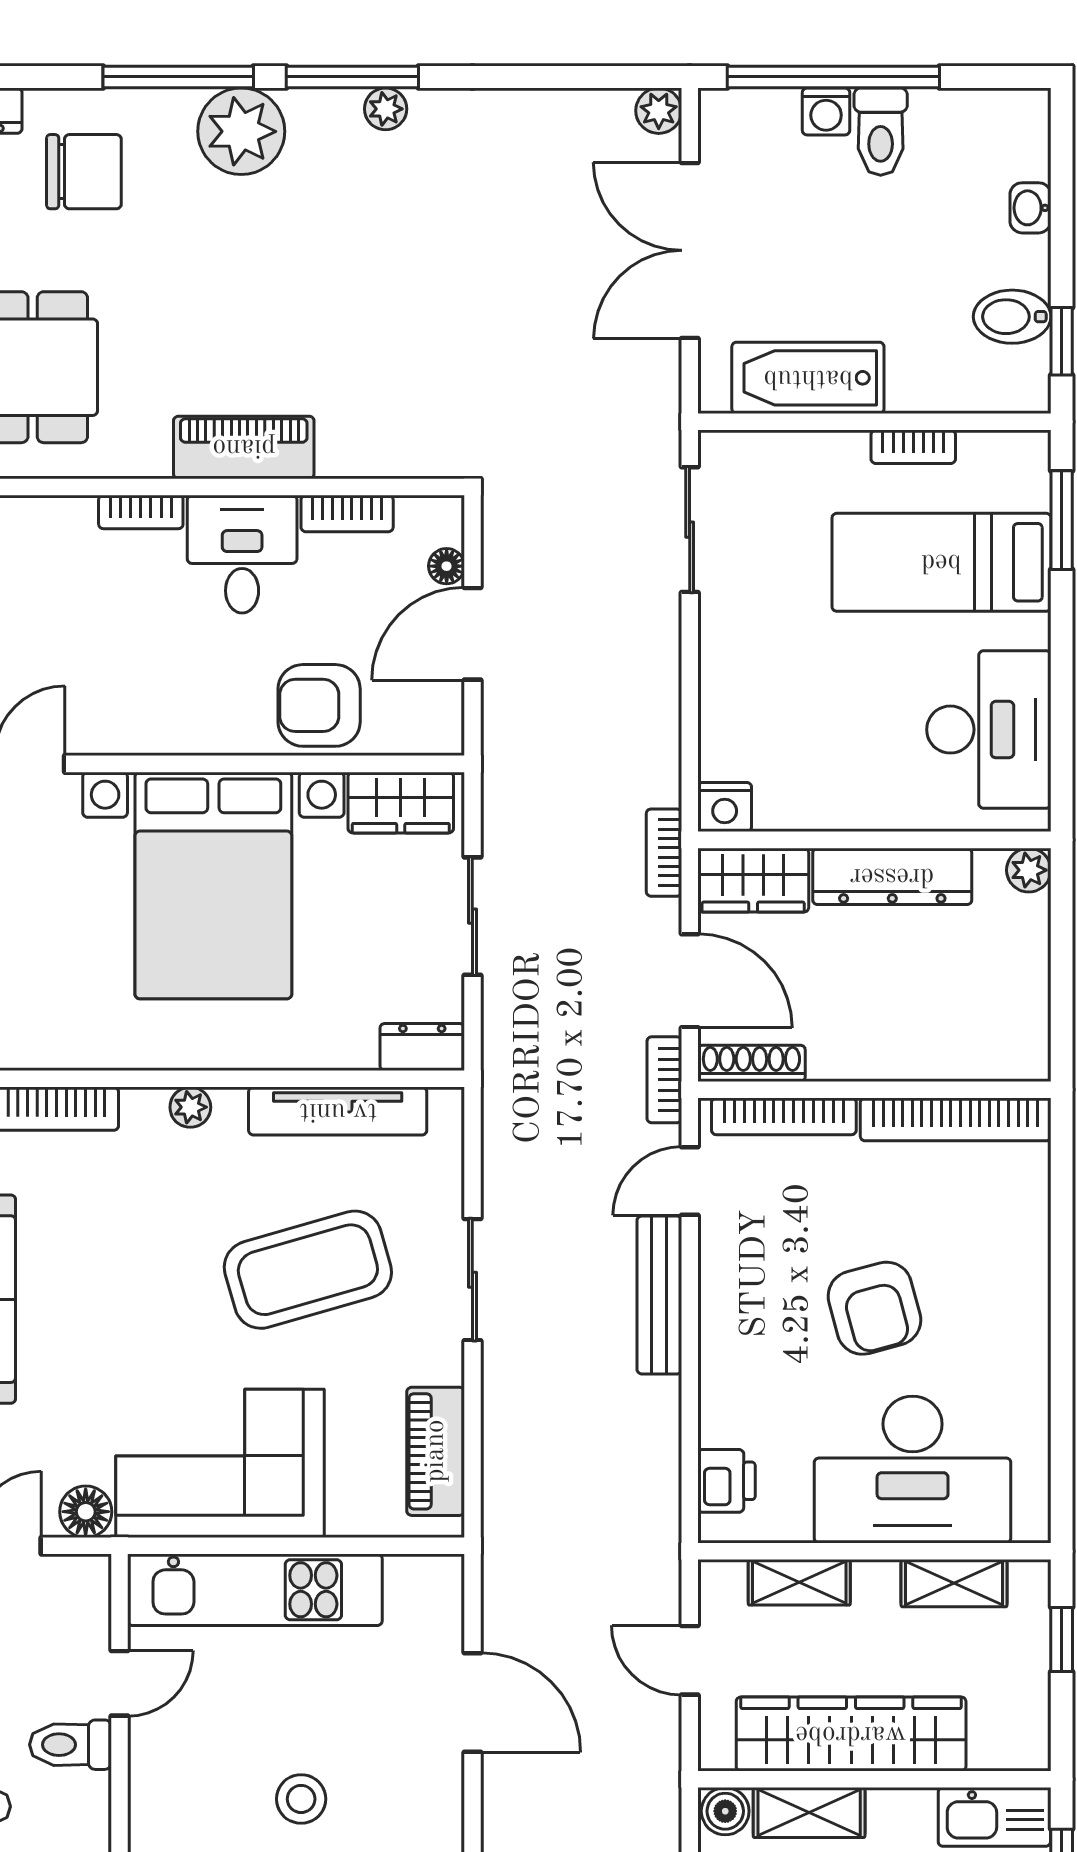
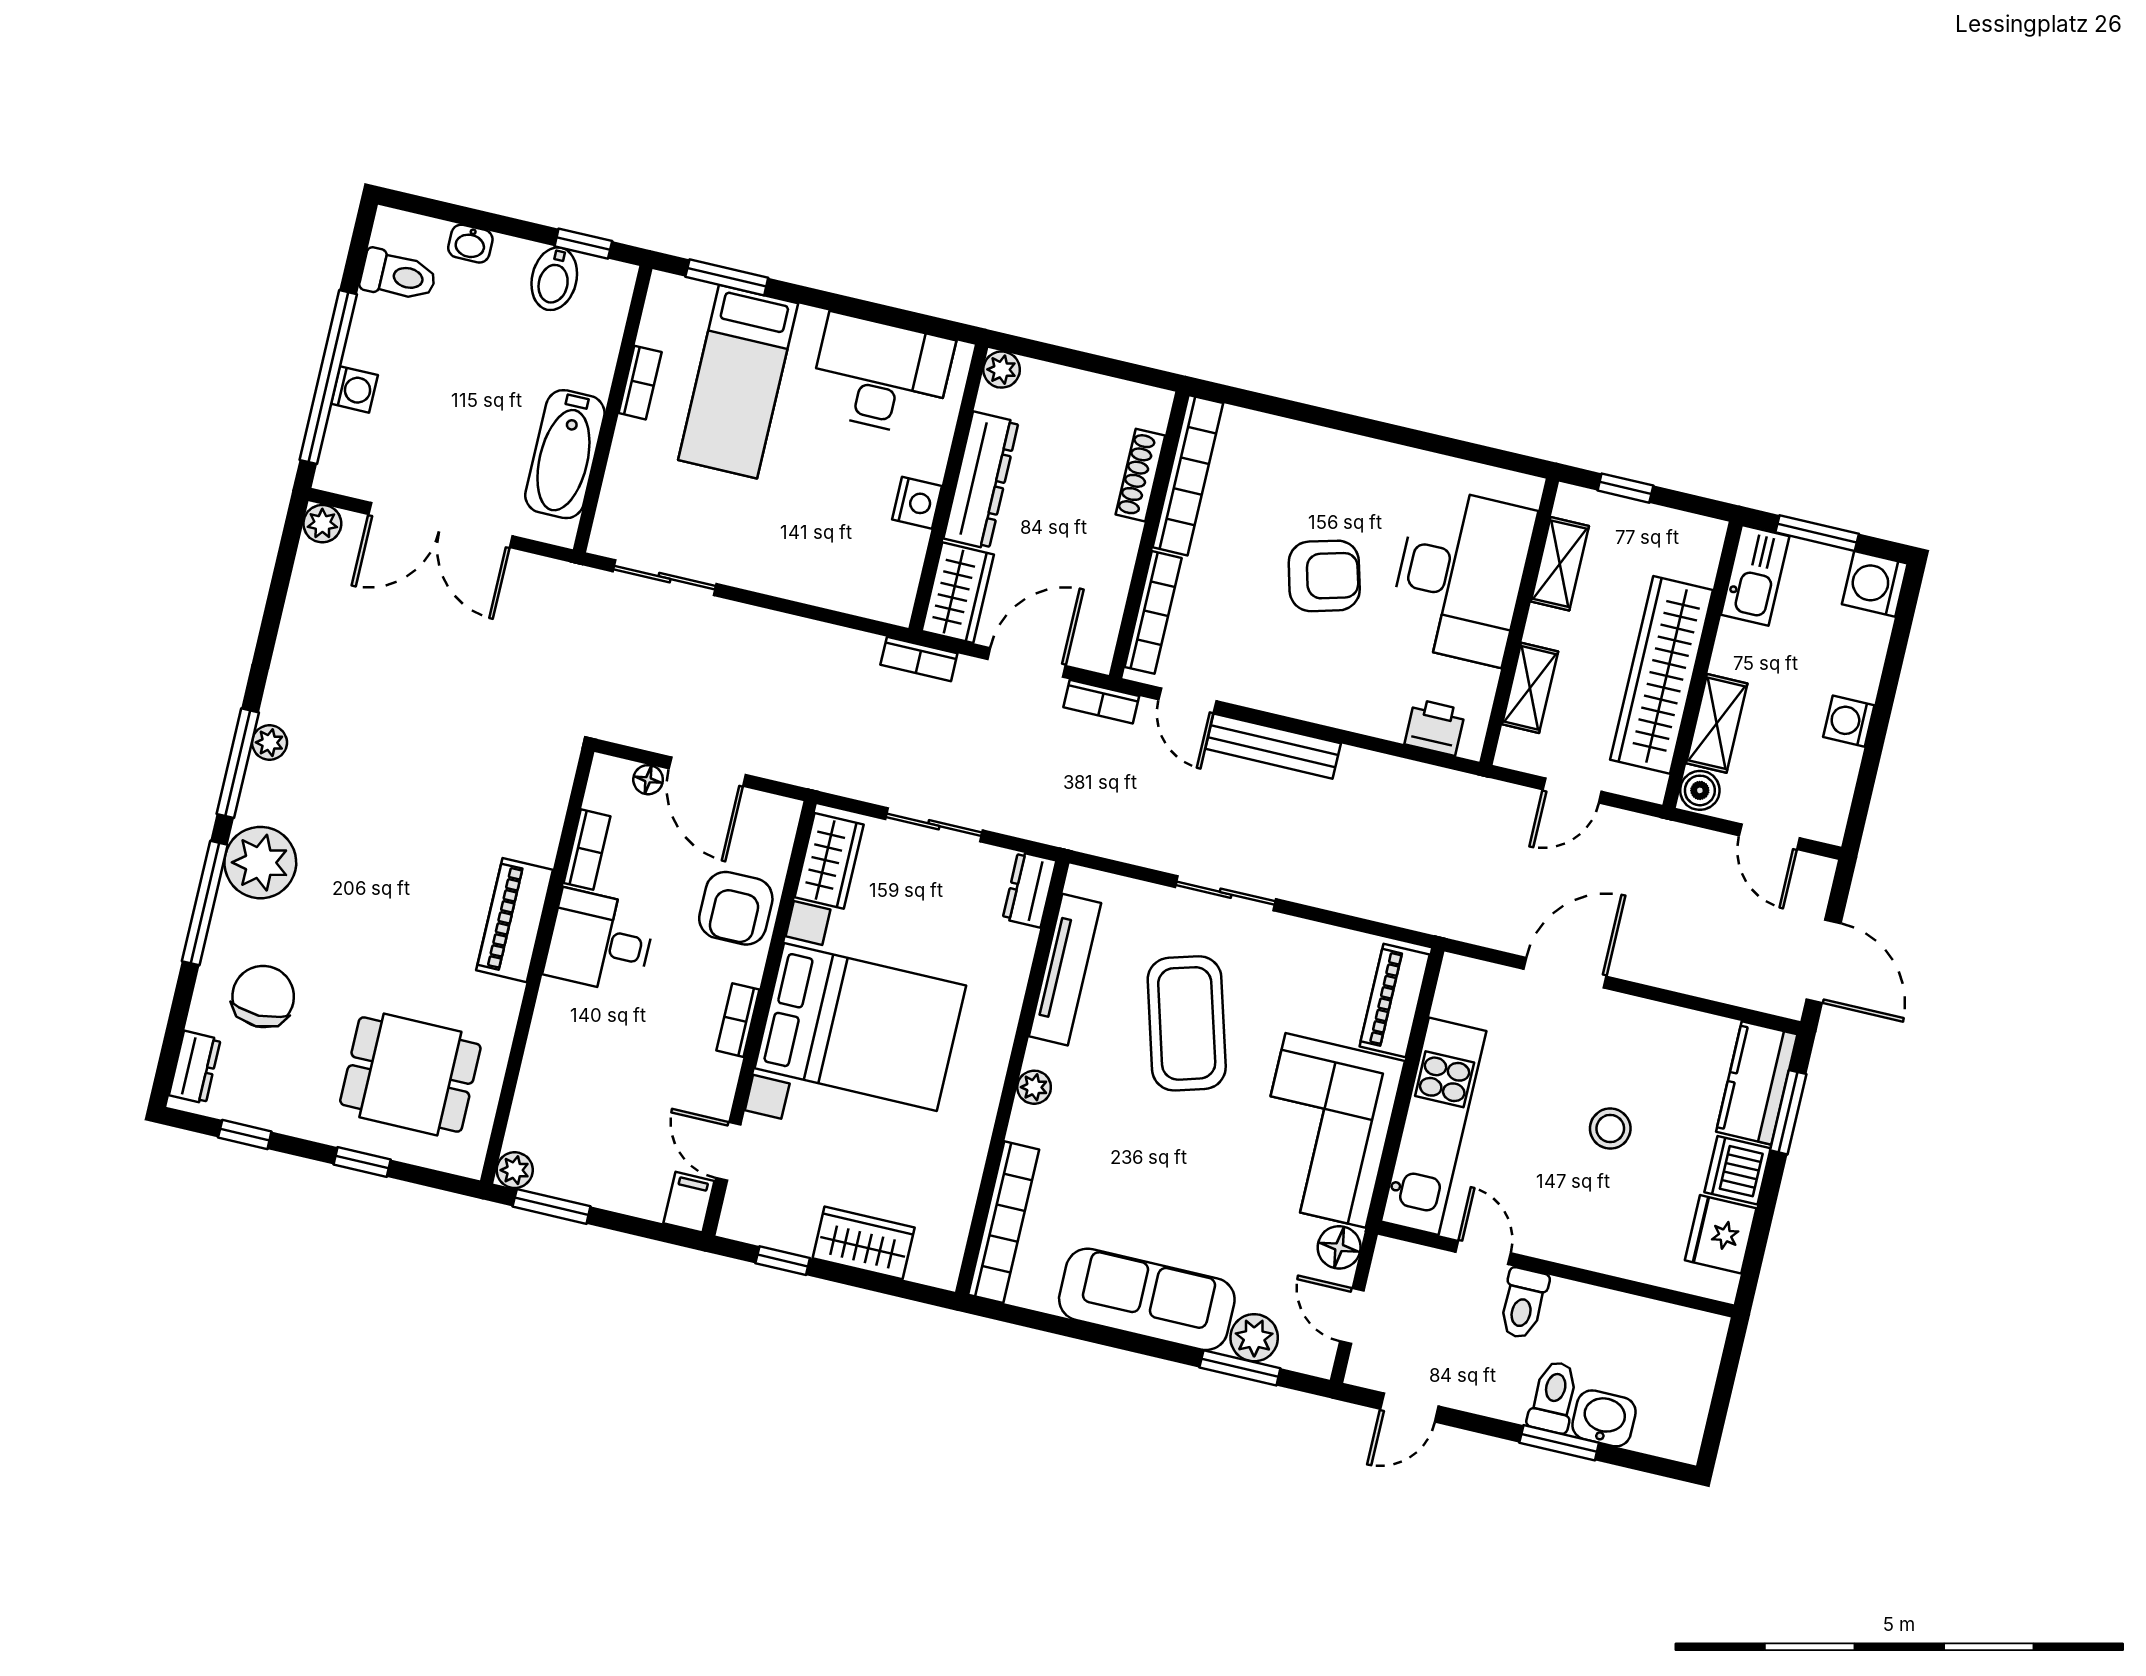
toilet: (881, 132) -> (398, 276), moved
bookcase: (141, 512) -> (738, 1020), moved, turned 180
nightstand: (725, 807) -> (917, 503), moved
shoe rack: (751, 1063) -> (1140, 475), moved
piano: (436, 1451) -> (1395, 1000), moved, turned 90

